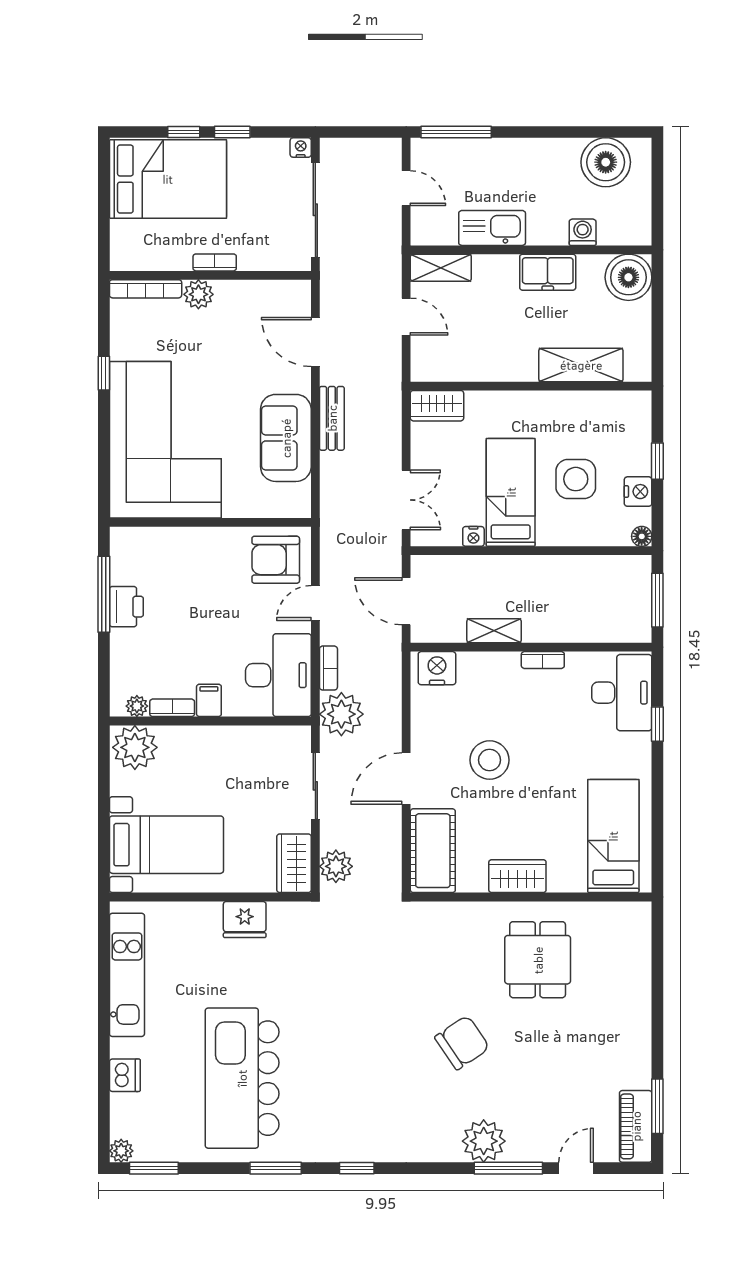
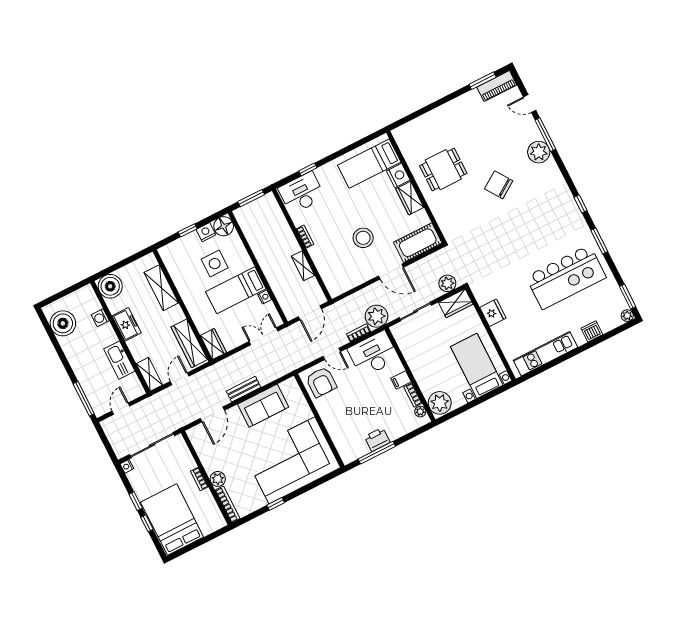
wardrobe: (459, 364) -> (189, 343), added
floor lamp: (642, 536) -> (224, 226), width x1.89, depth x1.89
nightstand: (437, 668) -> (398, 176), moved, turned 180

